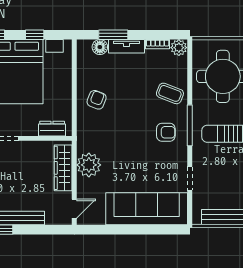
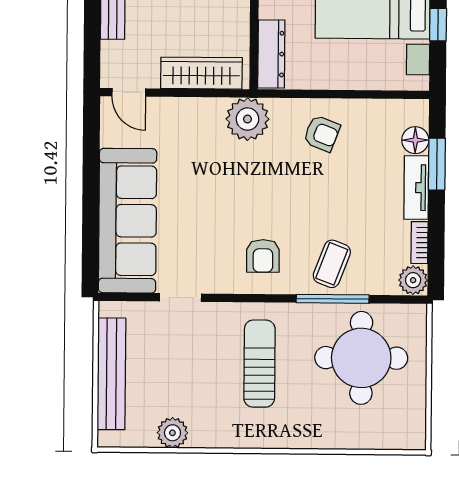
window: (190, 125) -> (333, 299), moved
dresser: (52, 129) -> (271, 54), width x1.44
plant: (89, 165) -> (247, 119), moved

